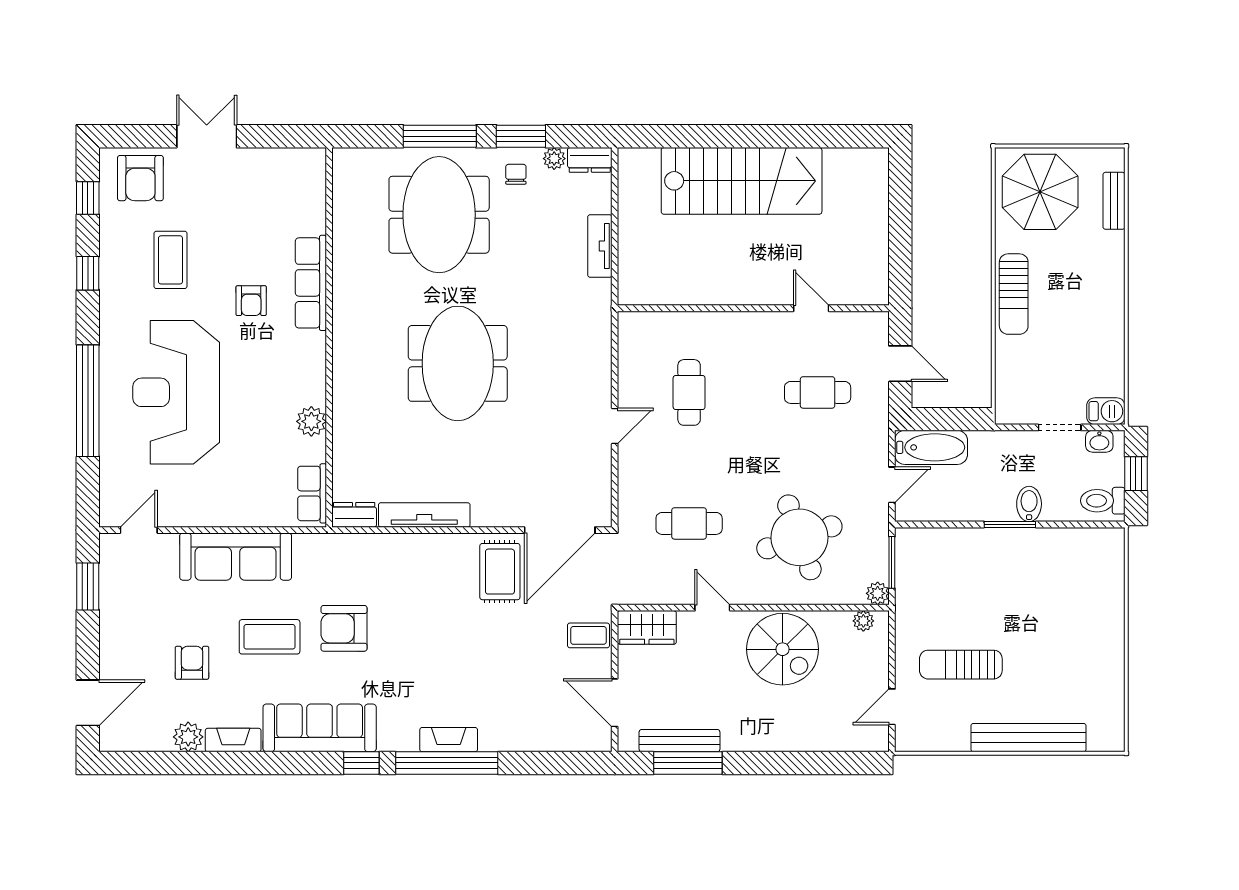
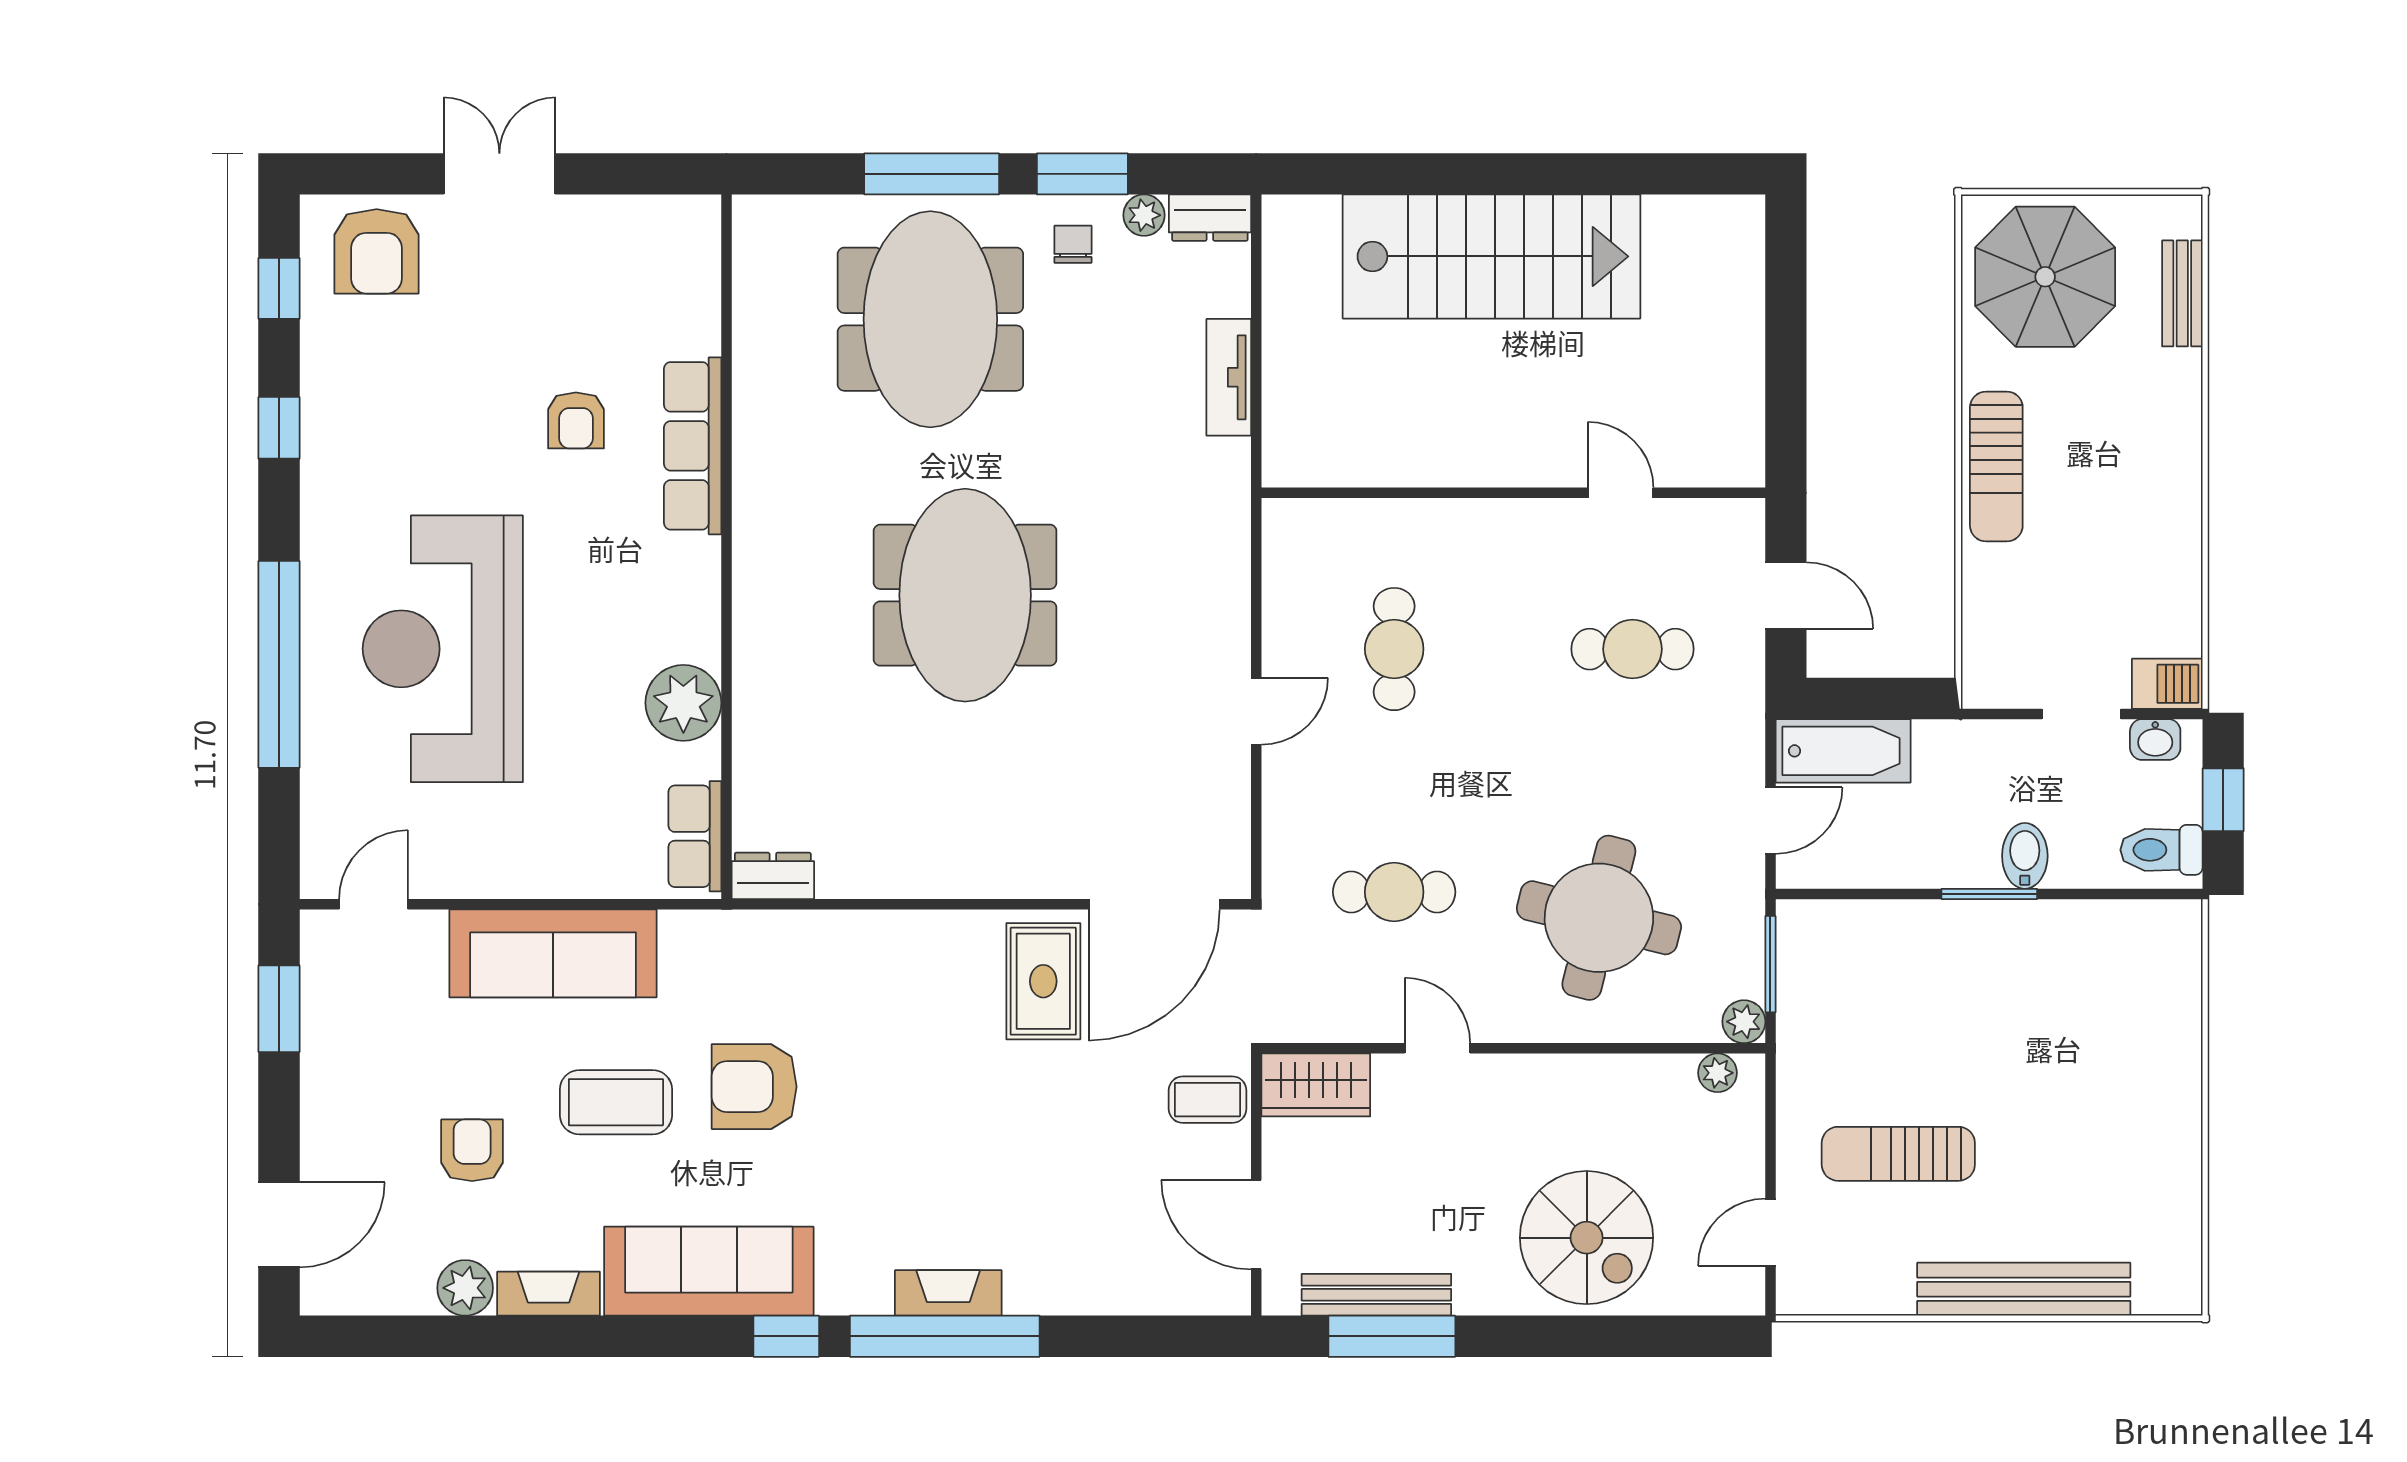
coffee table: (170, 260) -> (432, 403), removed
armchair: (251, 301) -> (576, 420), moved
plant: (311, 421) -> (683, 703), width x1.36, depth x1.36
tv unit: (424, 515) -> (903, 876), removed
round table: (799, 537) -> (1599, 918), turned 33
spiral stairs: (782, 649) -> (1587, 1238), moved

